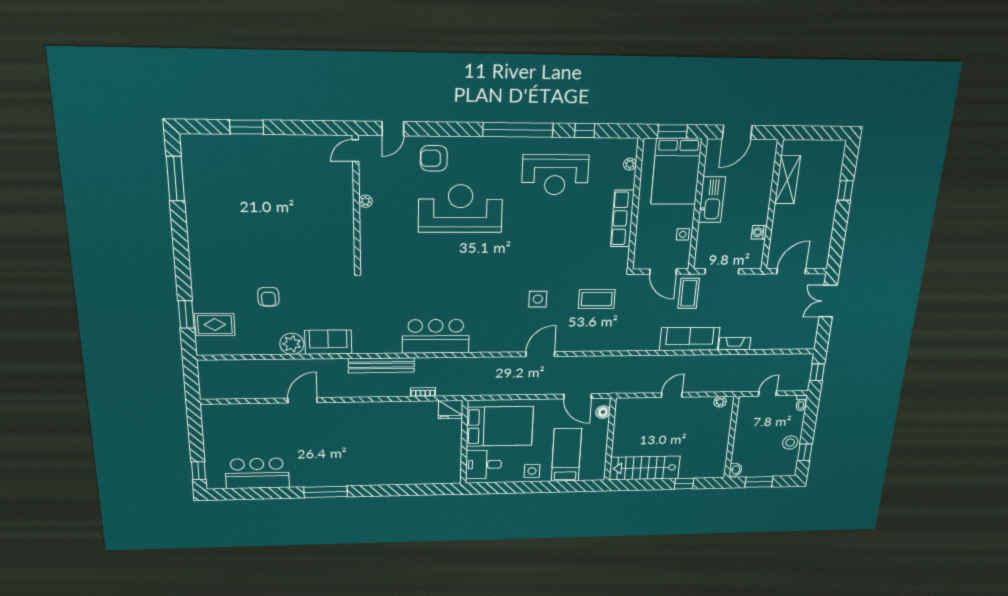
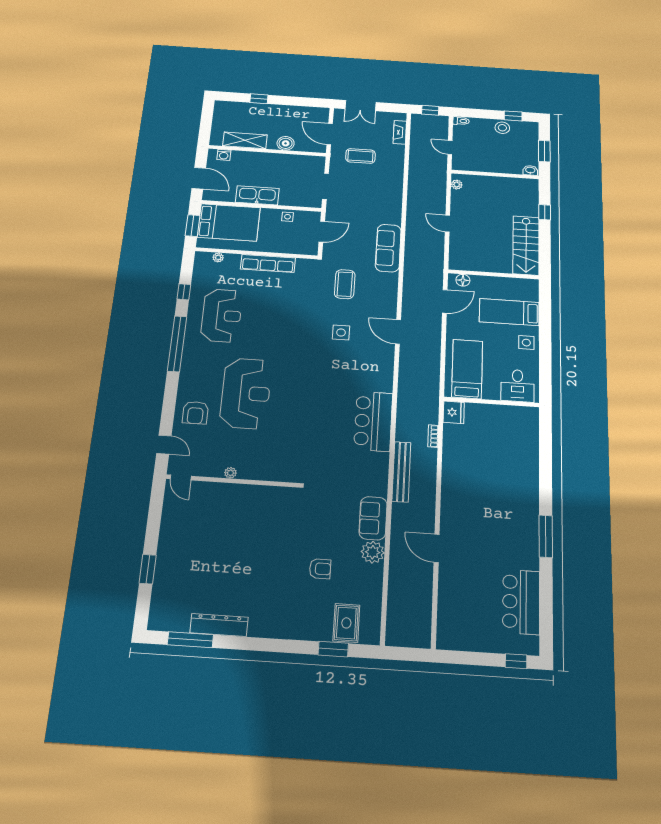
dresser: (195, 205) -> (219, 625), added
reception desk: (460, 209) -> (246, 393), turned 180
boiler: (781, 225) -> (286, 143), added
washing machine: (759, 232) -> (224, 155), moved
coffee table: (689, 293) -> (360, 156), moved
sofa: (690, 339) -> (388, 248), moved
fireplace: (735, 344) -> (400, 132), moved
bed: (500, 426) -> (467, 369), width x0.67

